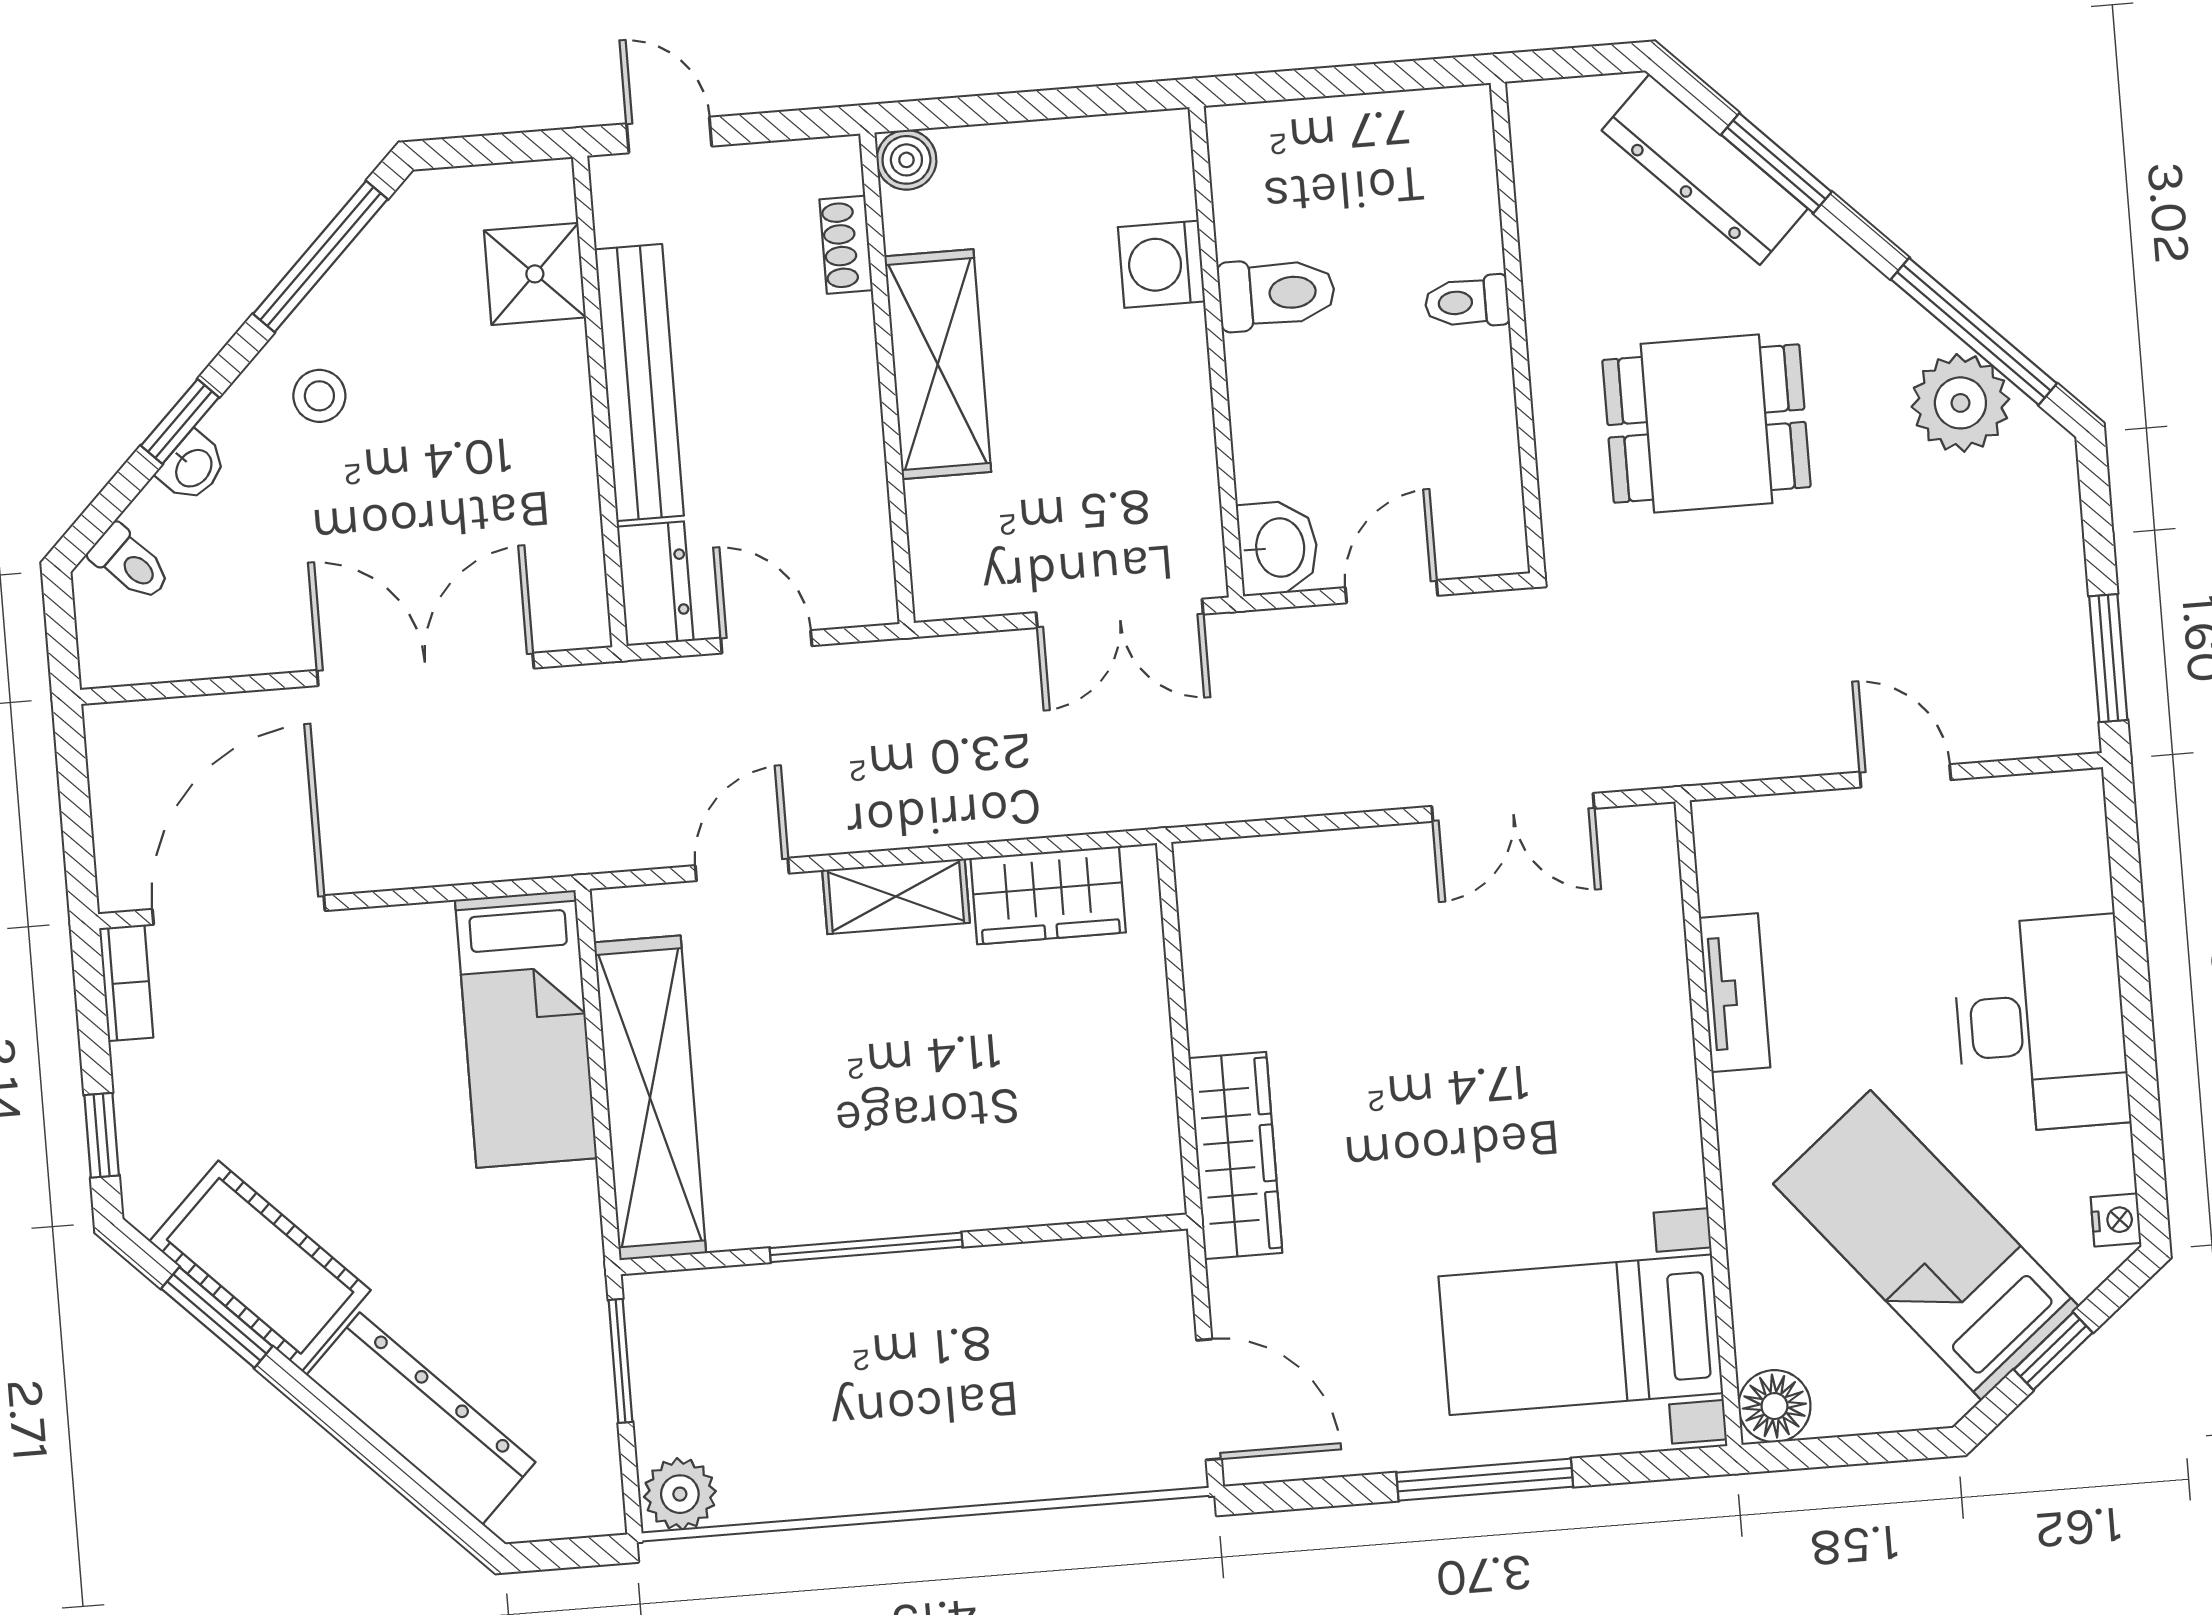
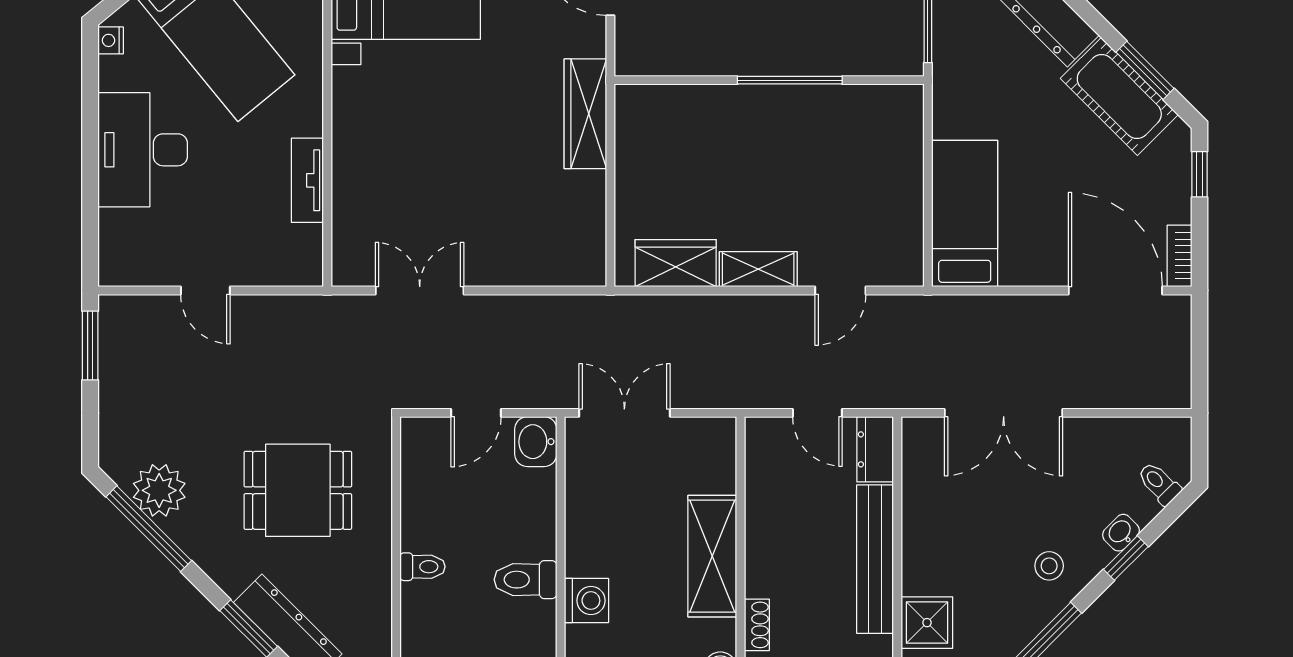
door: (239, 910) -> (1115, 290), swing flipped
shelving: (650, 1098) -> (900, 171), removed

